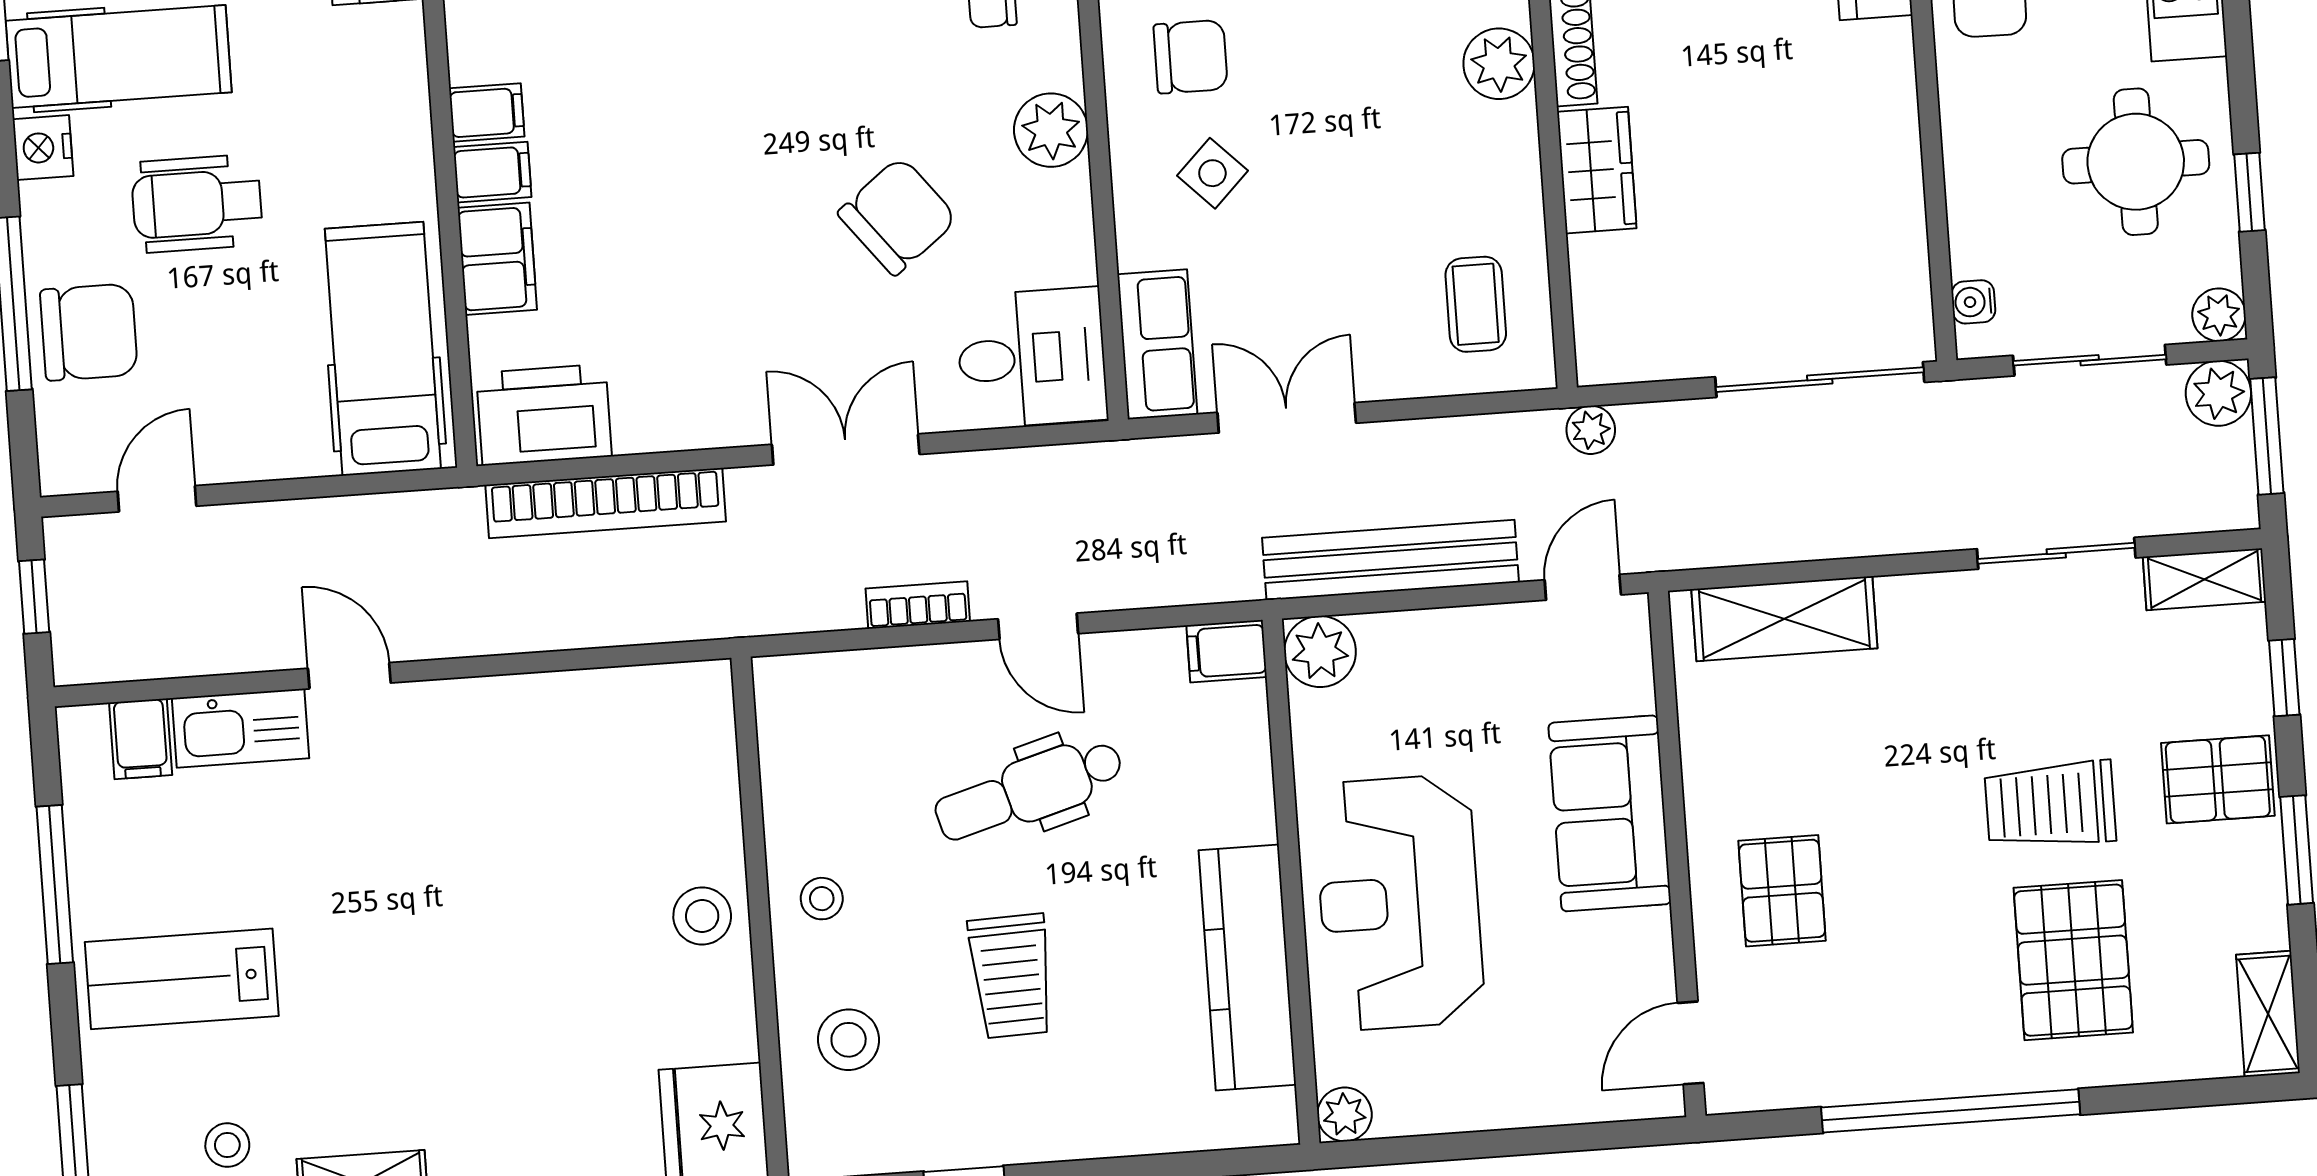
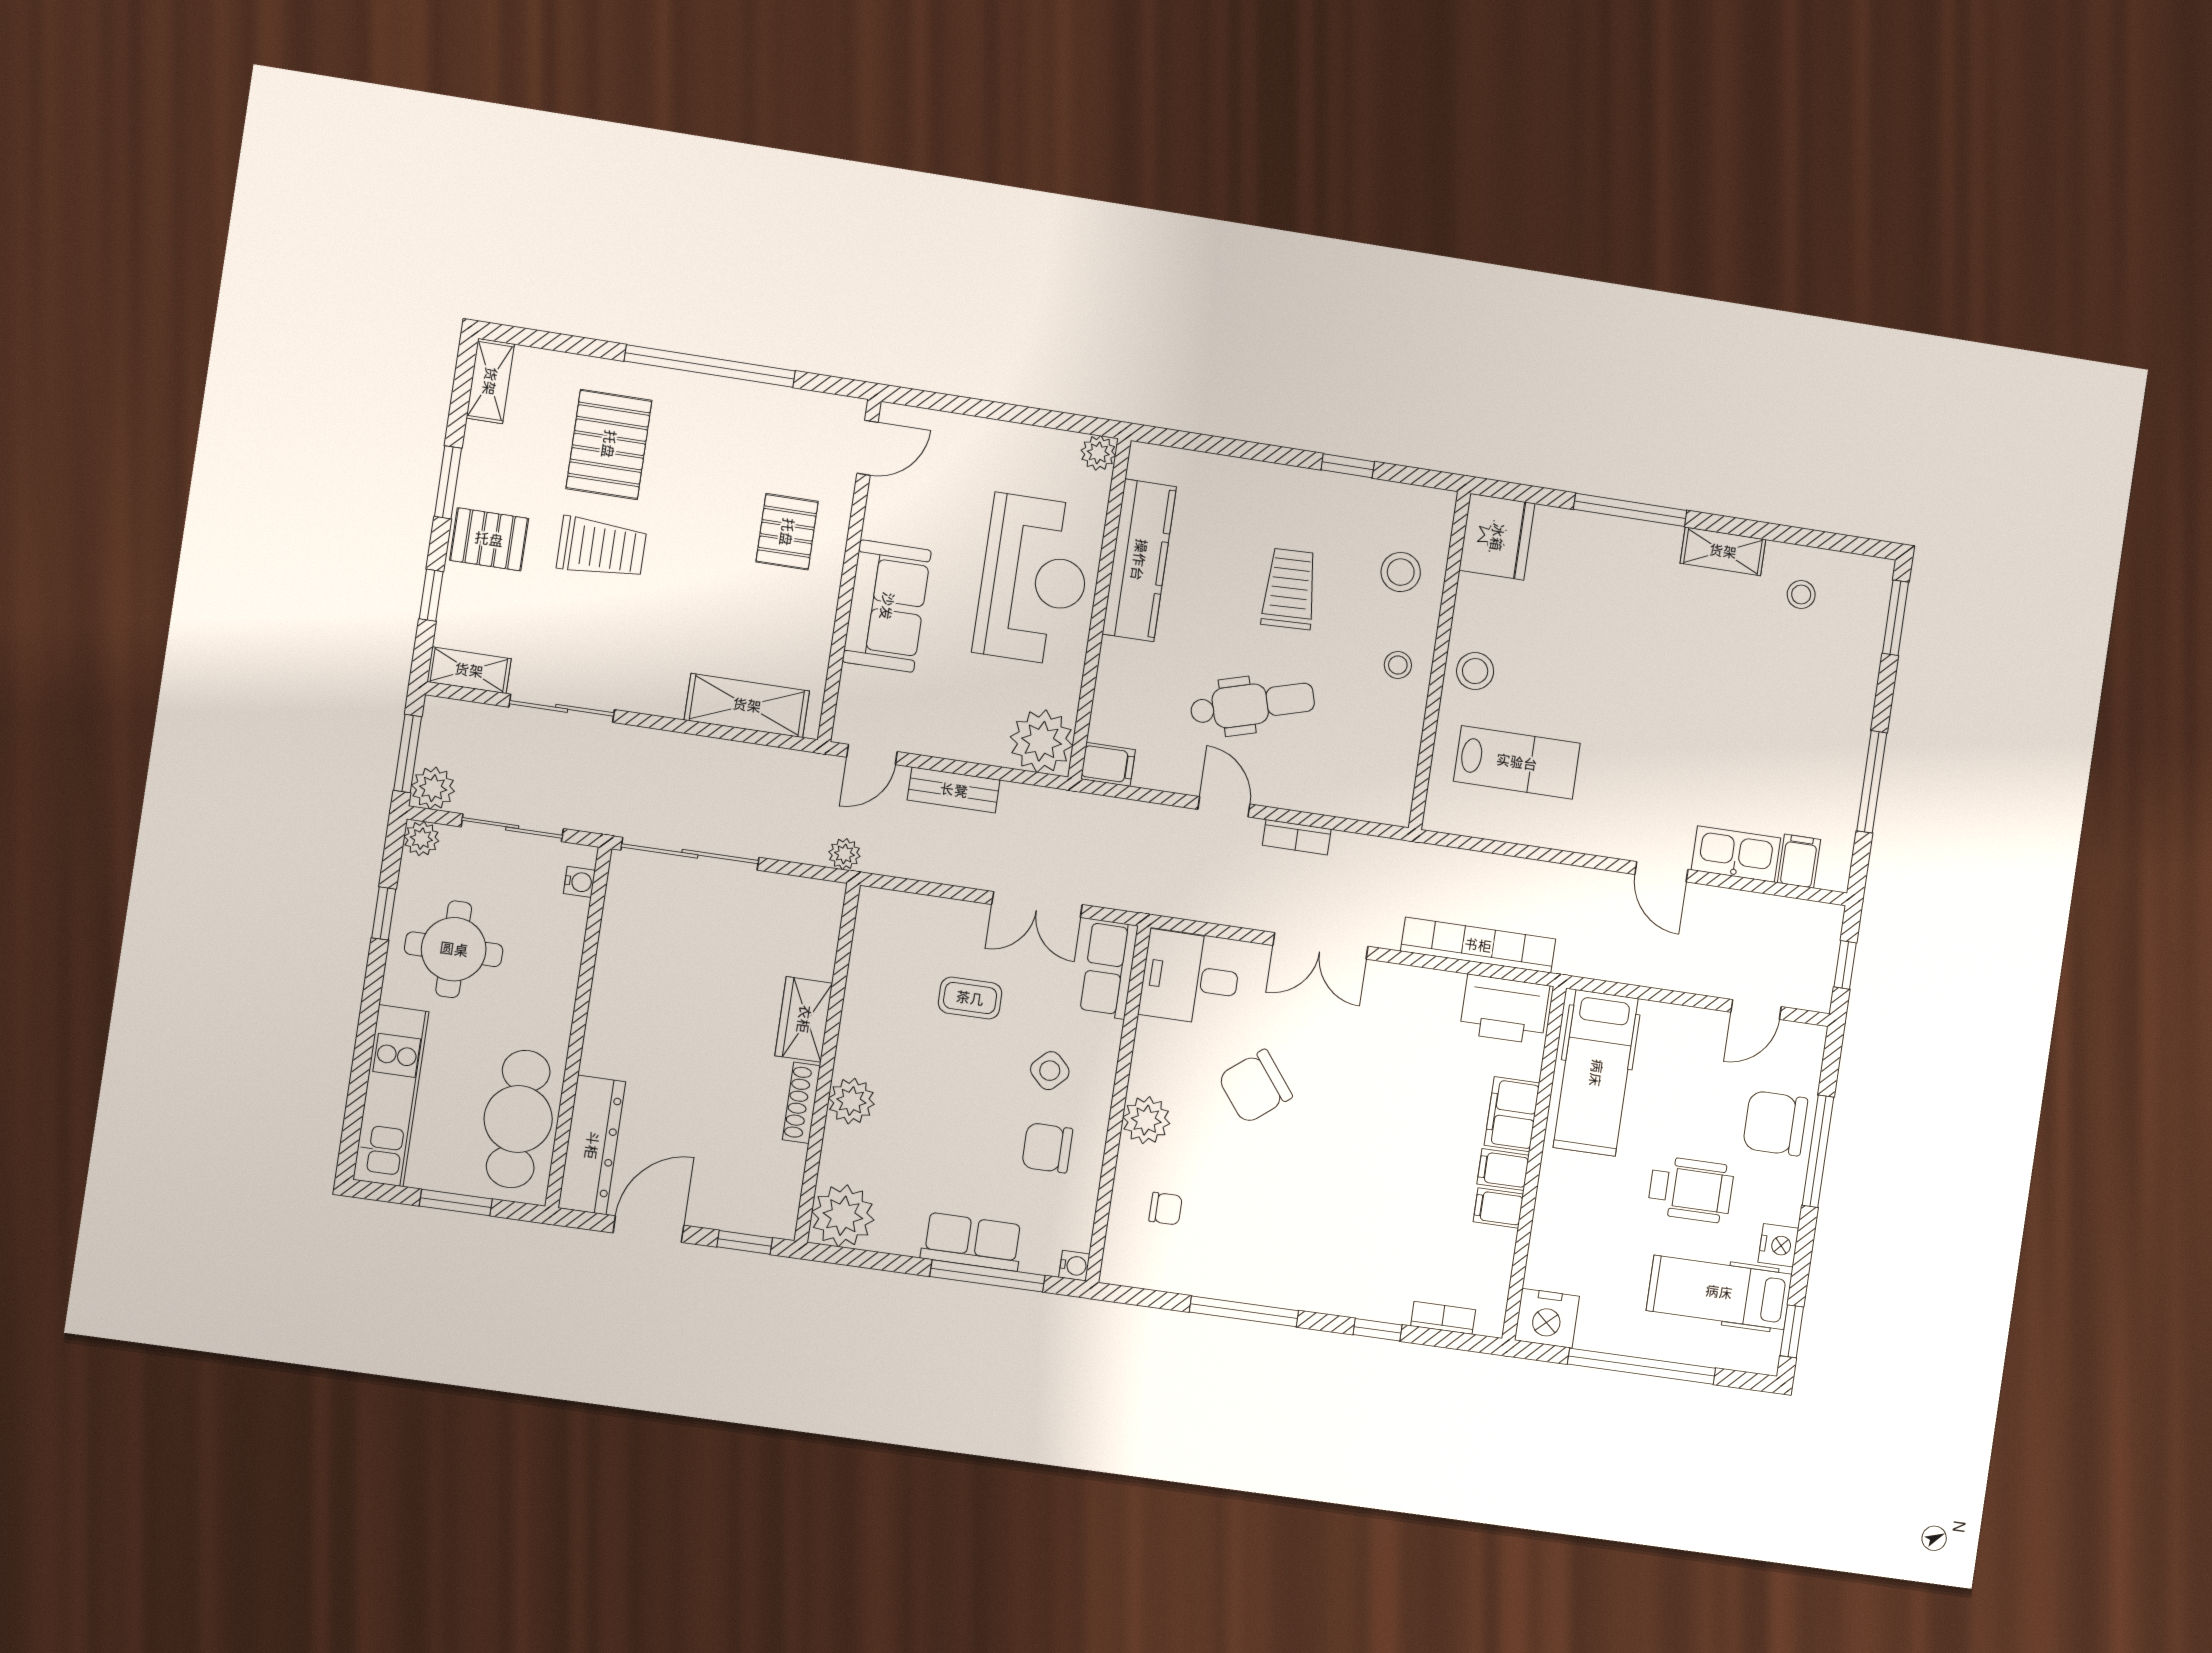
coffee table: (1476, 304) -> (970, 998), moved, turned 90
bench: (1390, 560) -> (954, 790), width x0.54, depth x0.82
plant: (1320, 652) -> (1042, 741), width x1.36, depth x1.36
lab bench: (182, 979) -> (1517, 762), moved

